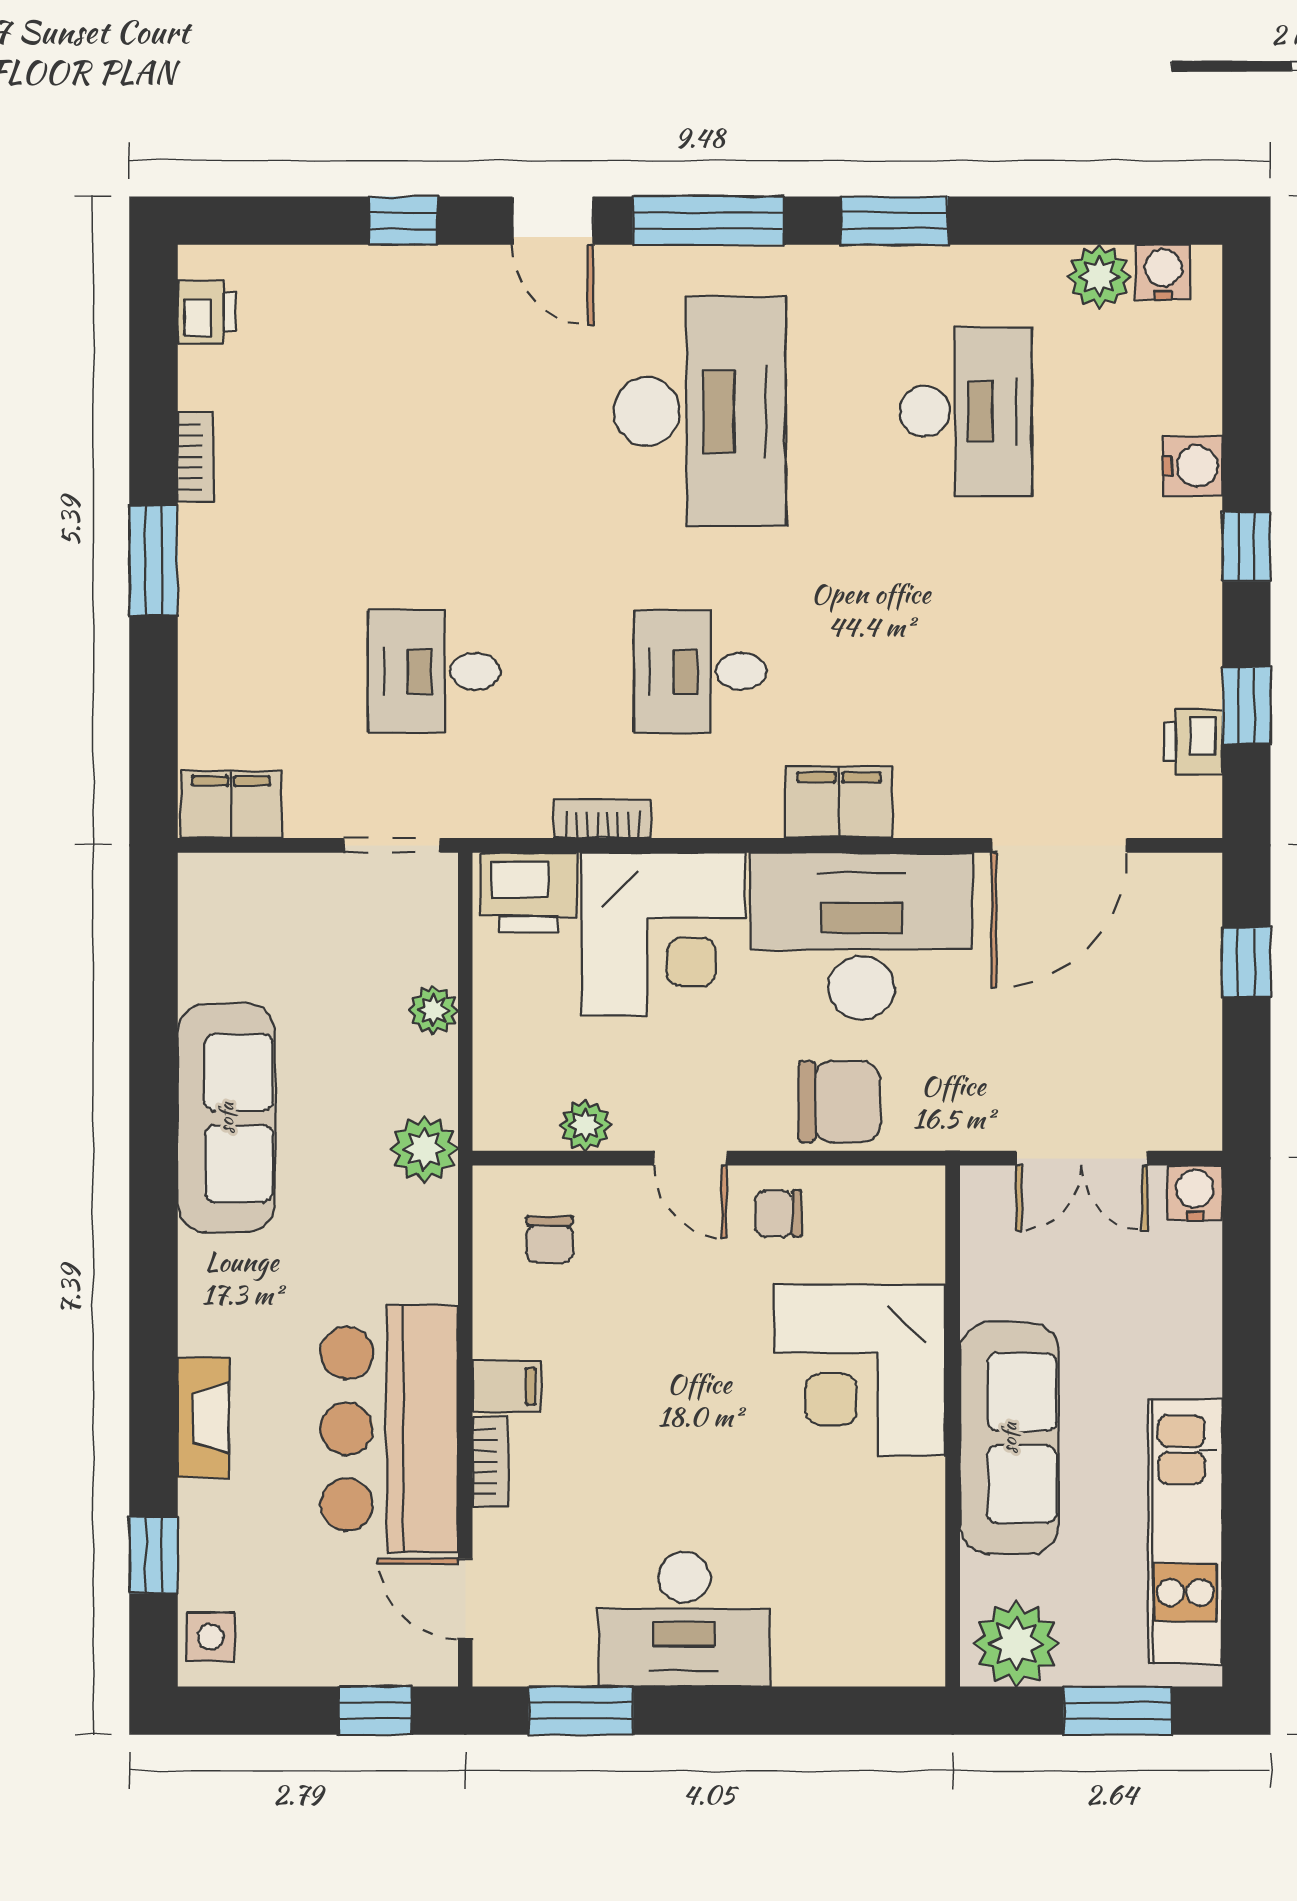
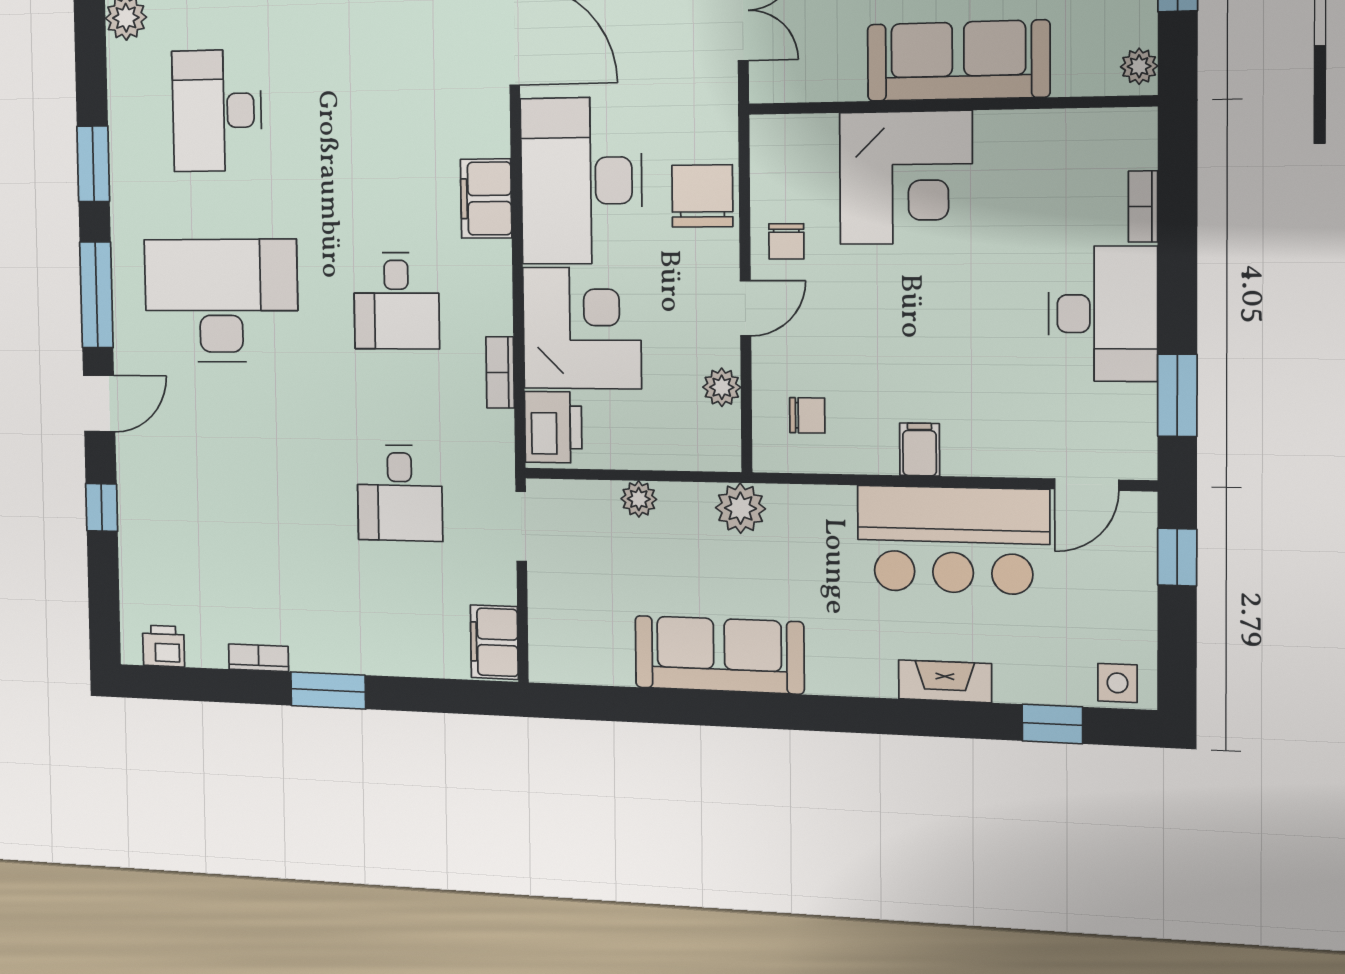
desk: (966, 411) -> (217, 111), turned -90
bookcase: (490, 1462) -> (1143, 207), moved, turned -90
plant: (1016, 1644) -> (1139, 66), width x0.53, depth x0.53

